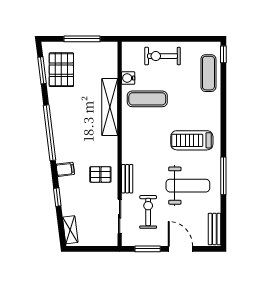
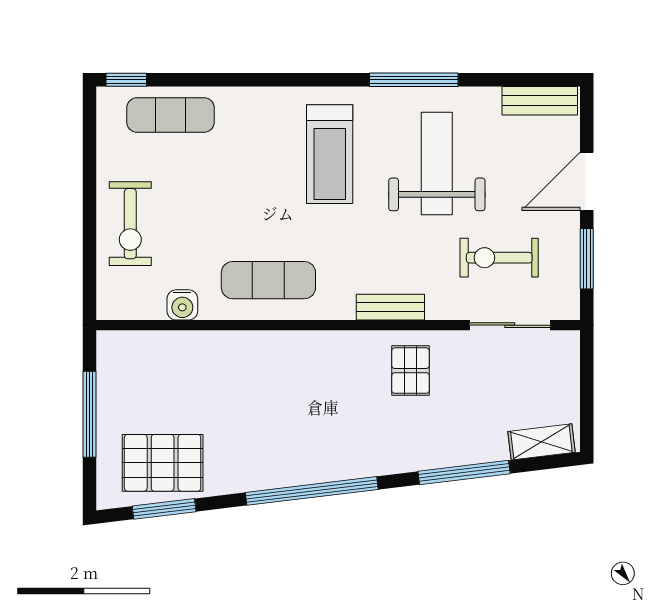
exercise mat: (147, 99) -> (268, 280), moved, turned 90
shelving: (110, 107) -> (251, 349), removed
filing cabinet: (65, 169) -> (398, 454), removed
bench: (127, 179) -> (390, 307), moved
window: (57, 197) -> (464, 473), width x2.17

